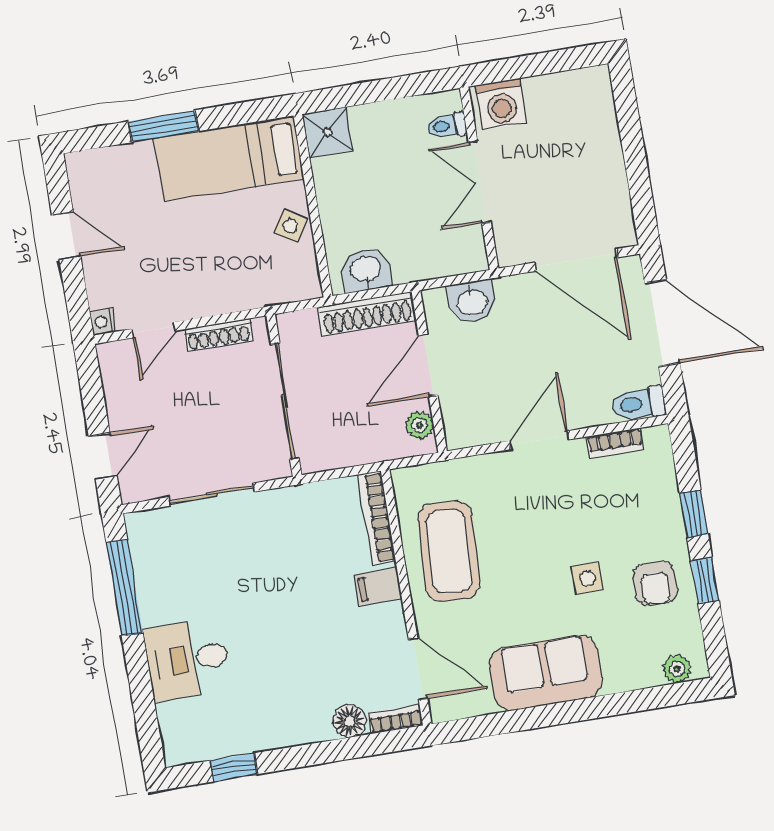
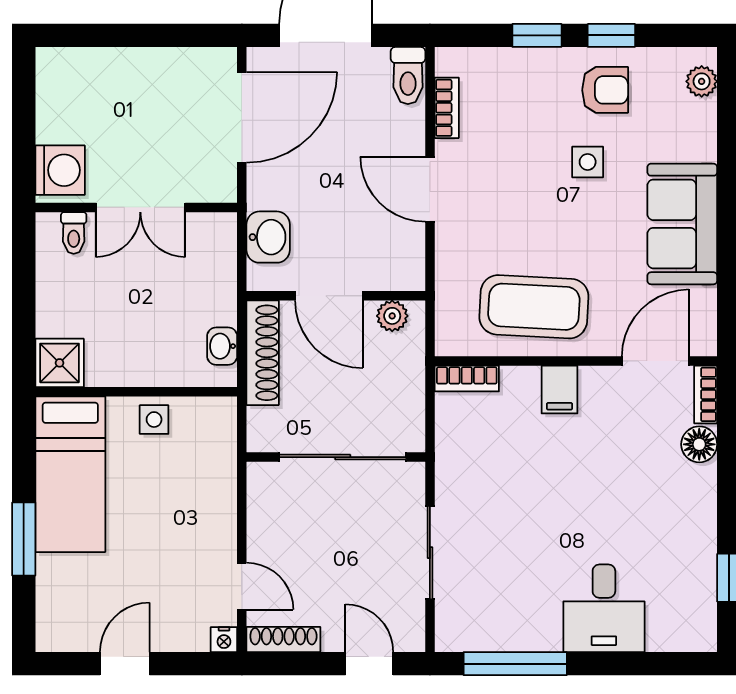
side table: (291, 226) -> (154, 420), turned -33
washbasin: (366, 270) -> (222, 346), width x0.72, depth x0.69
shoe rack: (219, 335) -> (283, 640), moved, turned -90
bookcase: (377, 518) -> (467, 379), width x0.64

